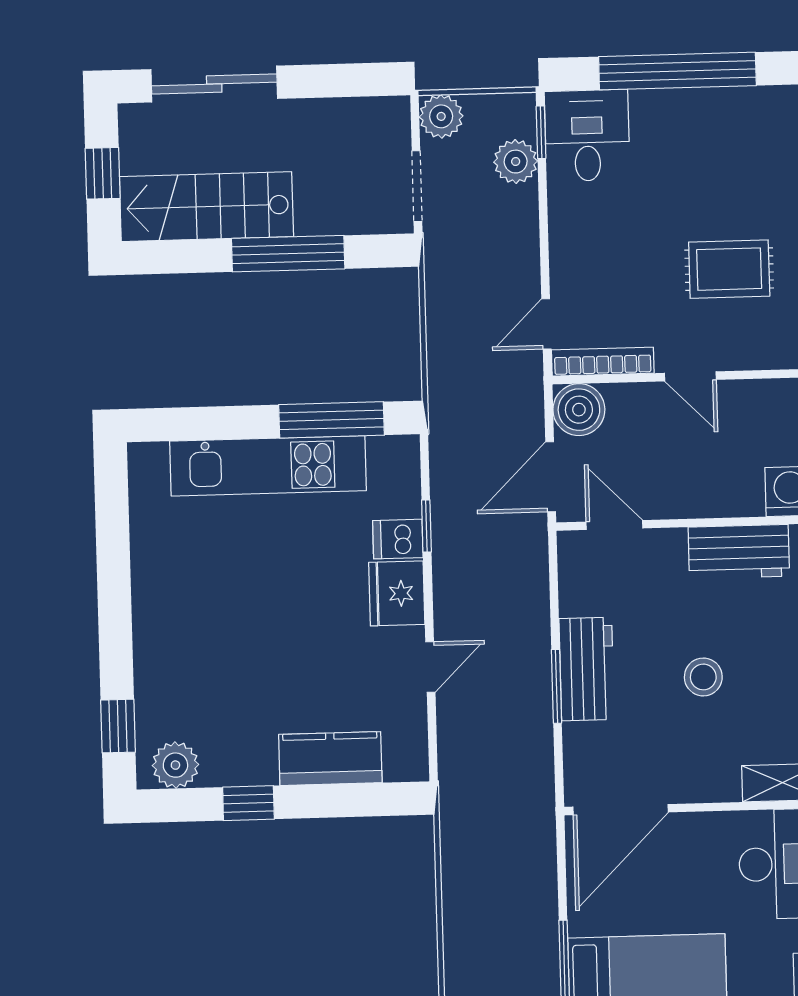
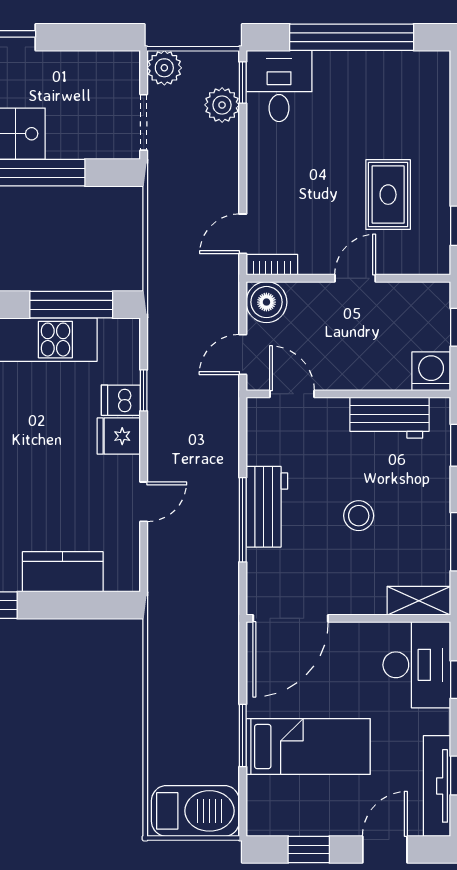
rug: (729, 269) -> (388, 195), turned 90
bookcase: (603, 362) -> (272, 265), width x0.64
door: (690, 376) -> (355, 278), swing flipped
door: (551, 477) -> (243, 354), width x0.73
fridge: (397, 593) -> (119, 436), width x0.72
window: (557, 686) -> (243, 520), width x1.44

